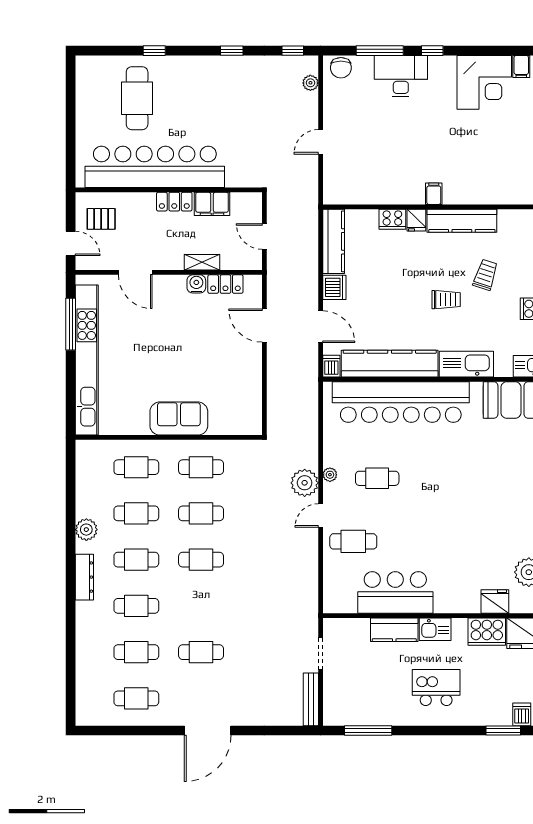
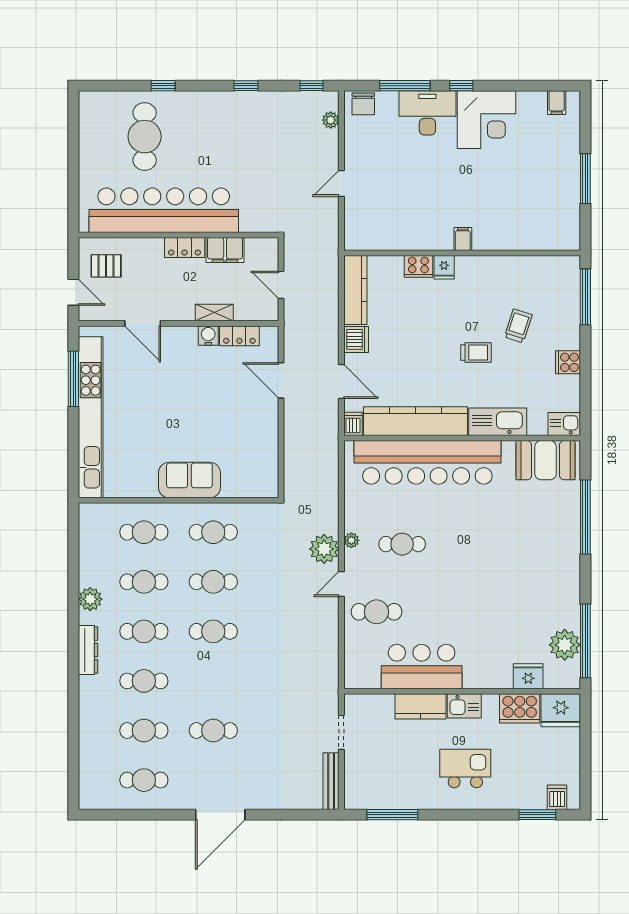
corner desk: (484, 82) -> (486, 120), moved
kitchen counter: (462, 221) -> (493, 268), removed

